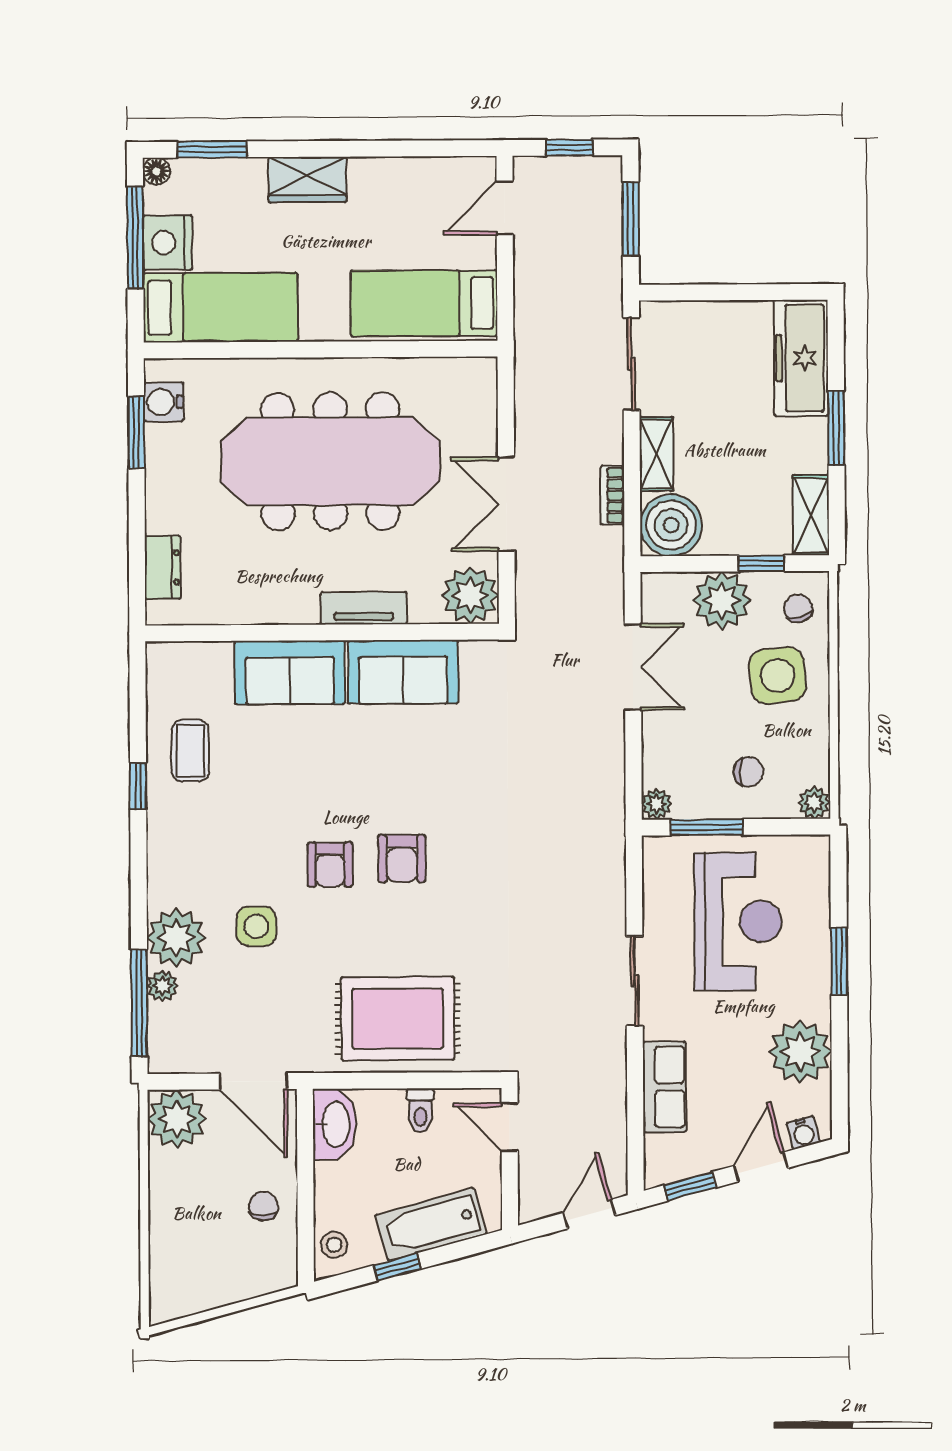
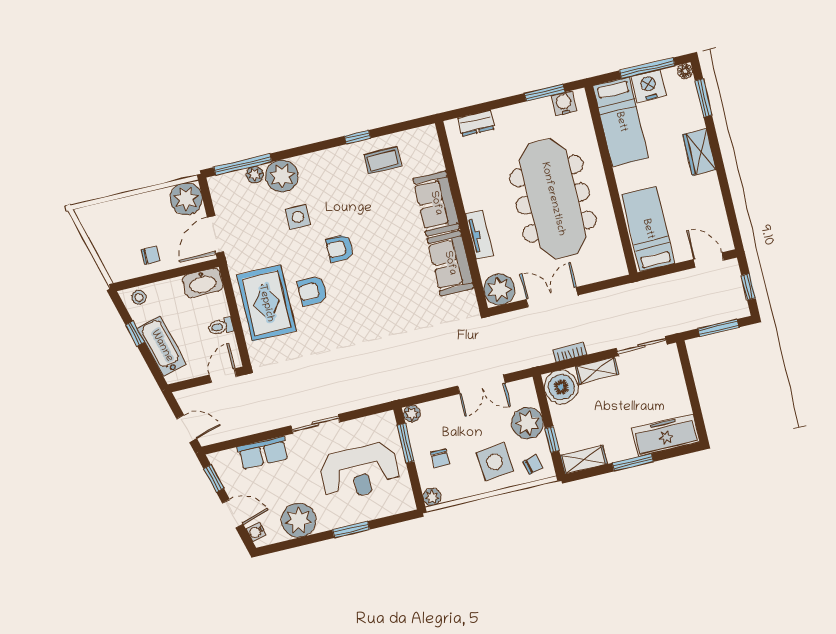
armchair: (402, 858) -> (312, 291), moved

